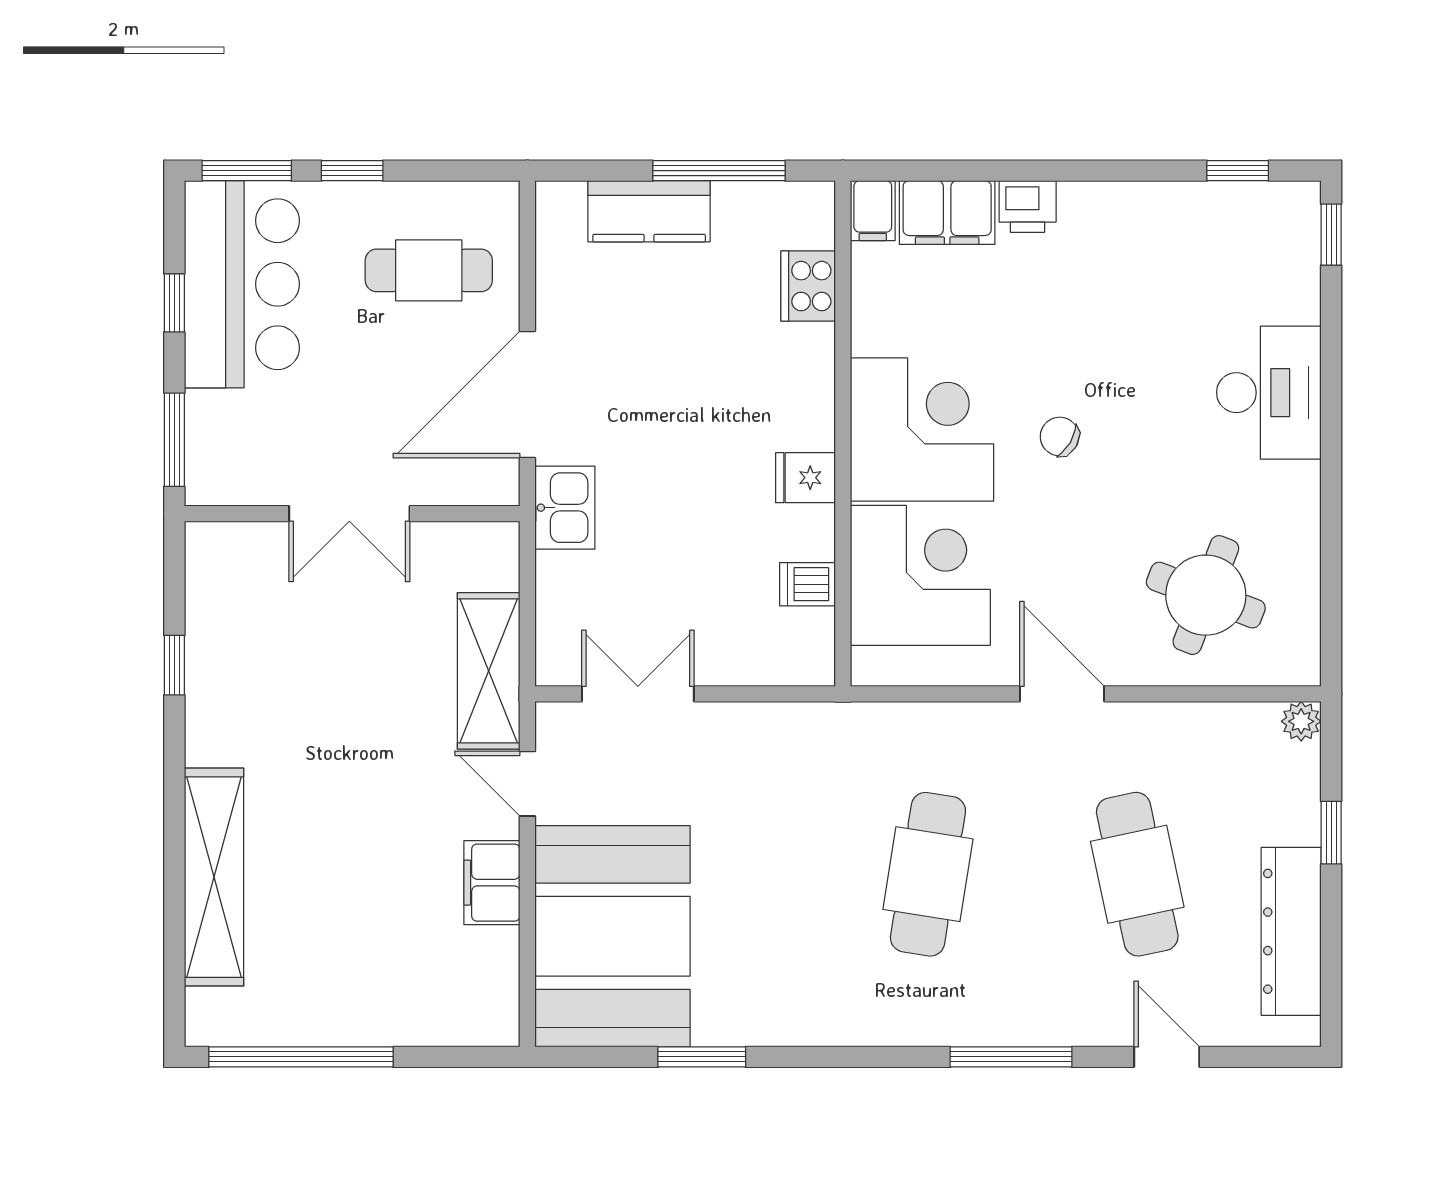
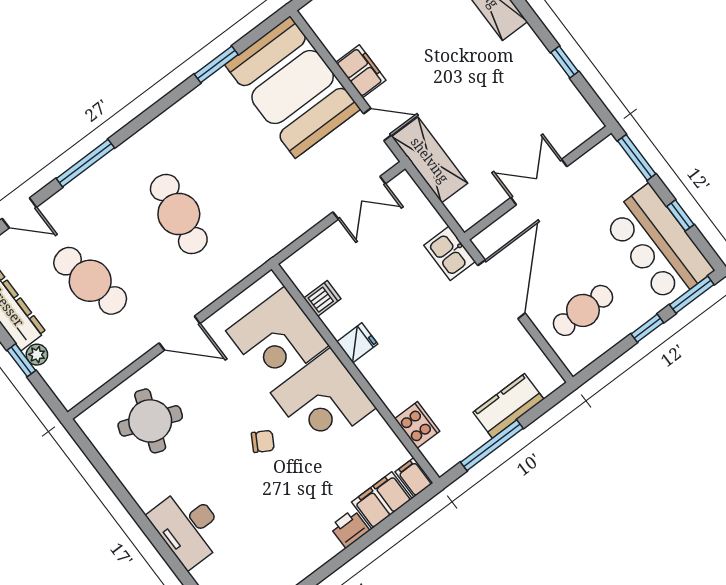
plant: (1301, 721) -> (37, 355), moved

